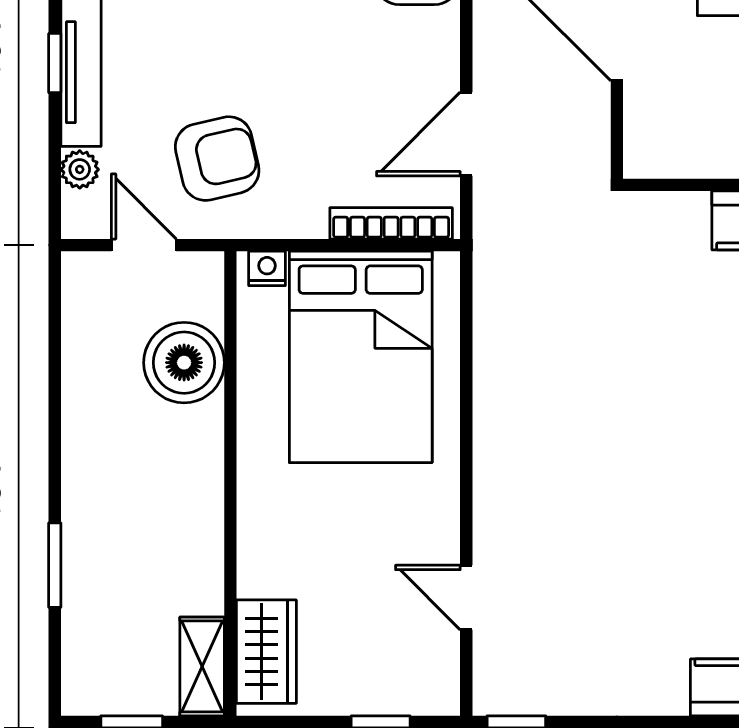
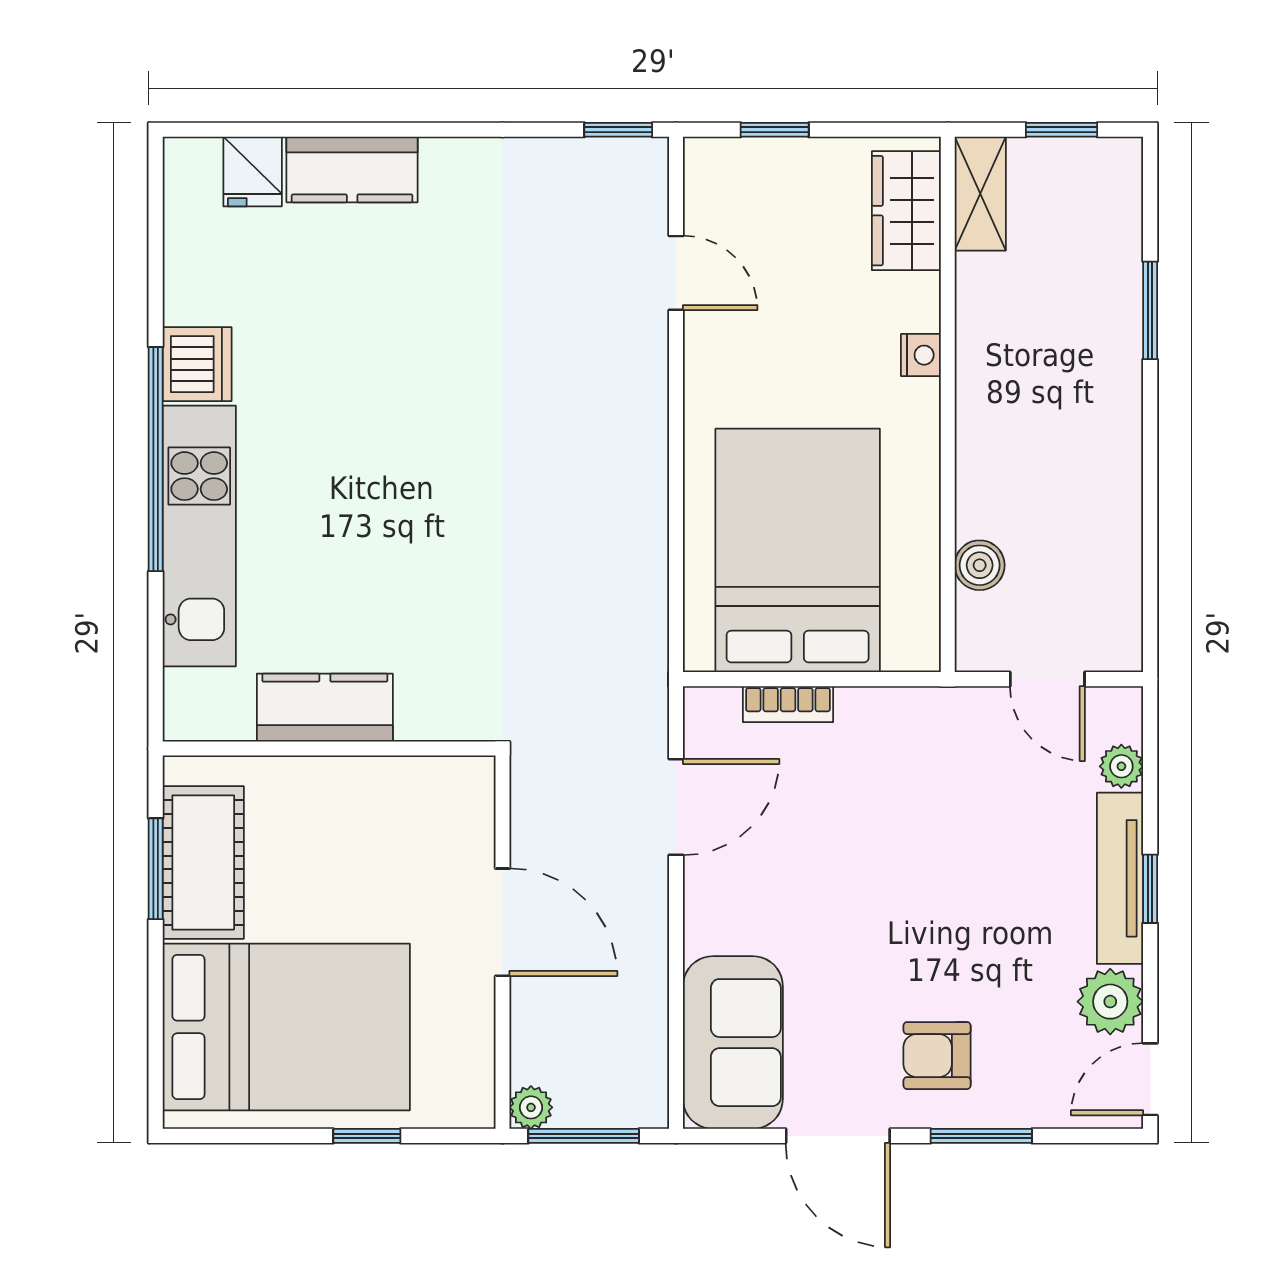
armchair: (217, 159) -> (963, 779), removed
bookcase: (391, 223) -> (788, 704), width x0.64
nightstand: (267, 268) -> (921, 355), moved, turned -90
boiler: (184, 363) -> (980, 565), width x0.54, depth x0.54

